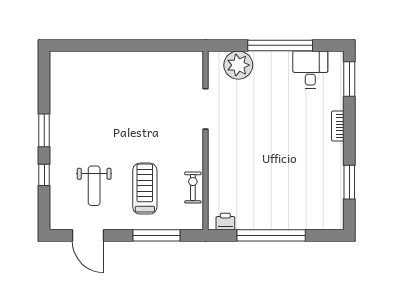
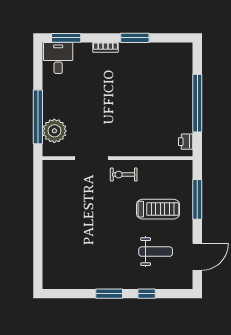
window: (280, 45) -> (38, 117), moved
desk: (310, 70) -> (58, 58), moved, turned 90
window: (349, 182) -> (135, 38), moved
exercise bike: (193, 188) -> (124, 175), moved
treadmill: (145, 189) -> (158, 209), turned 180

